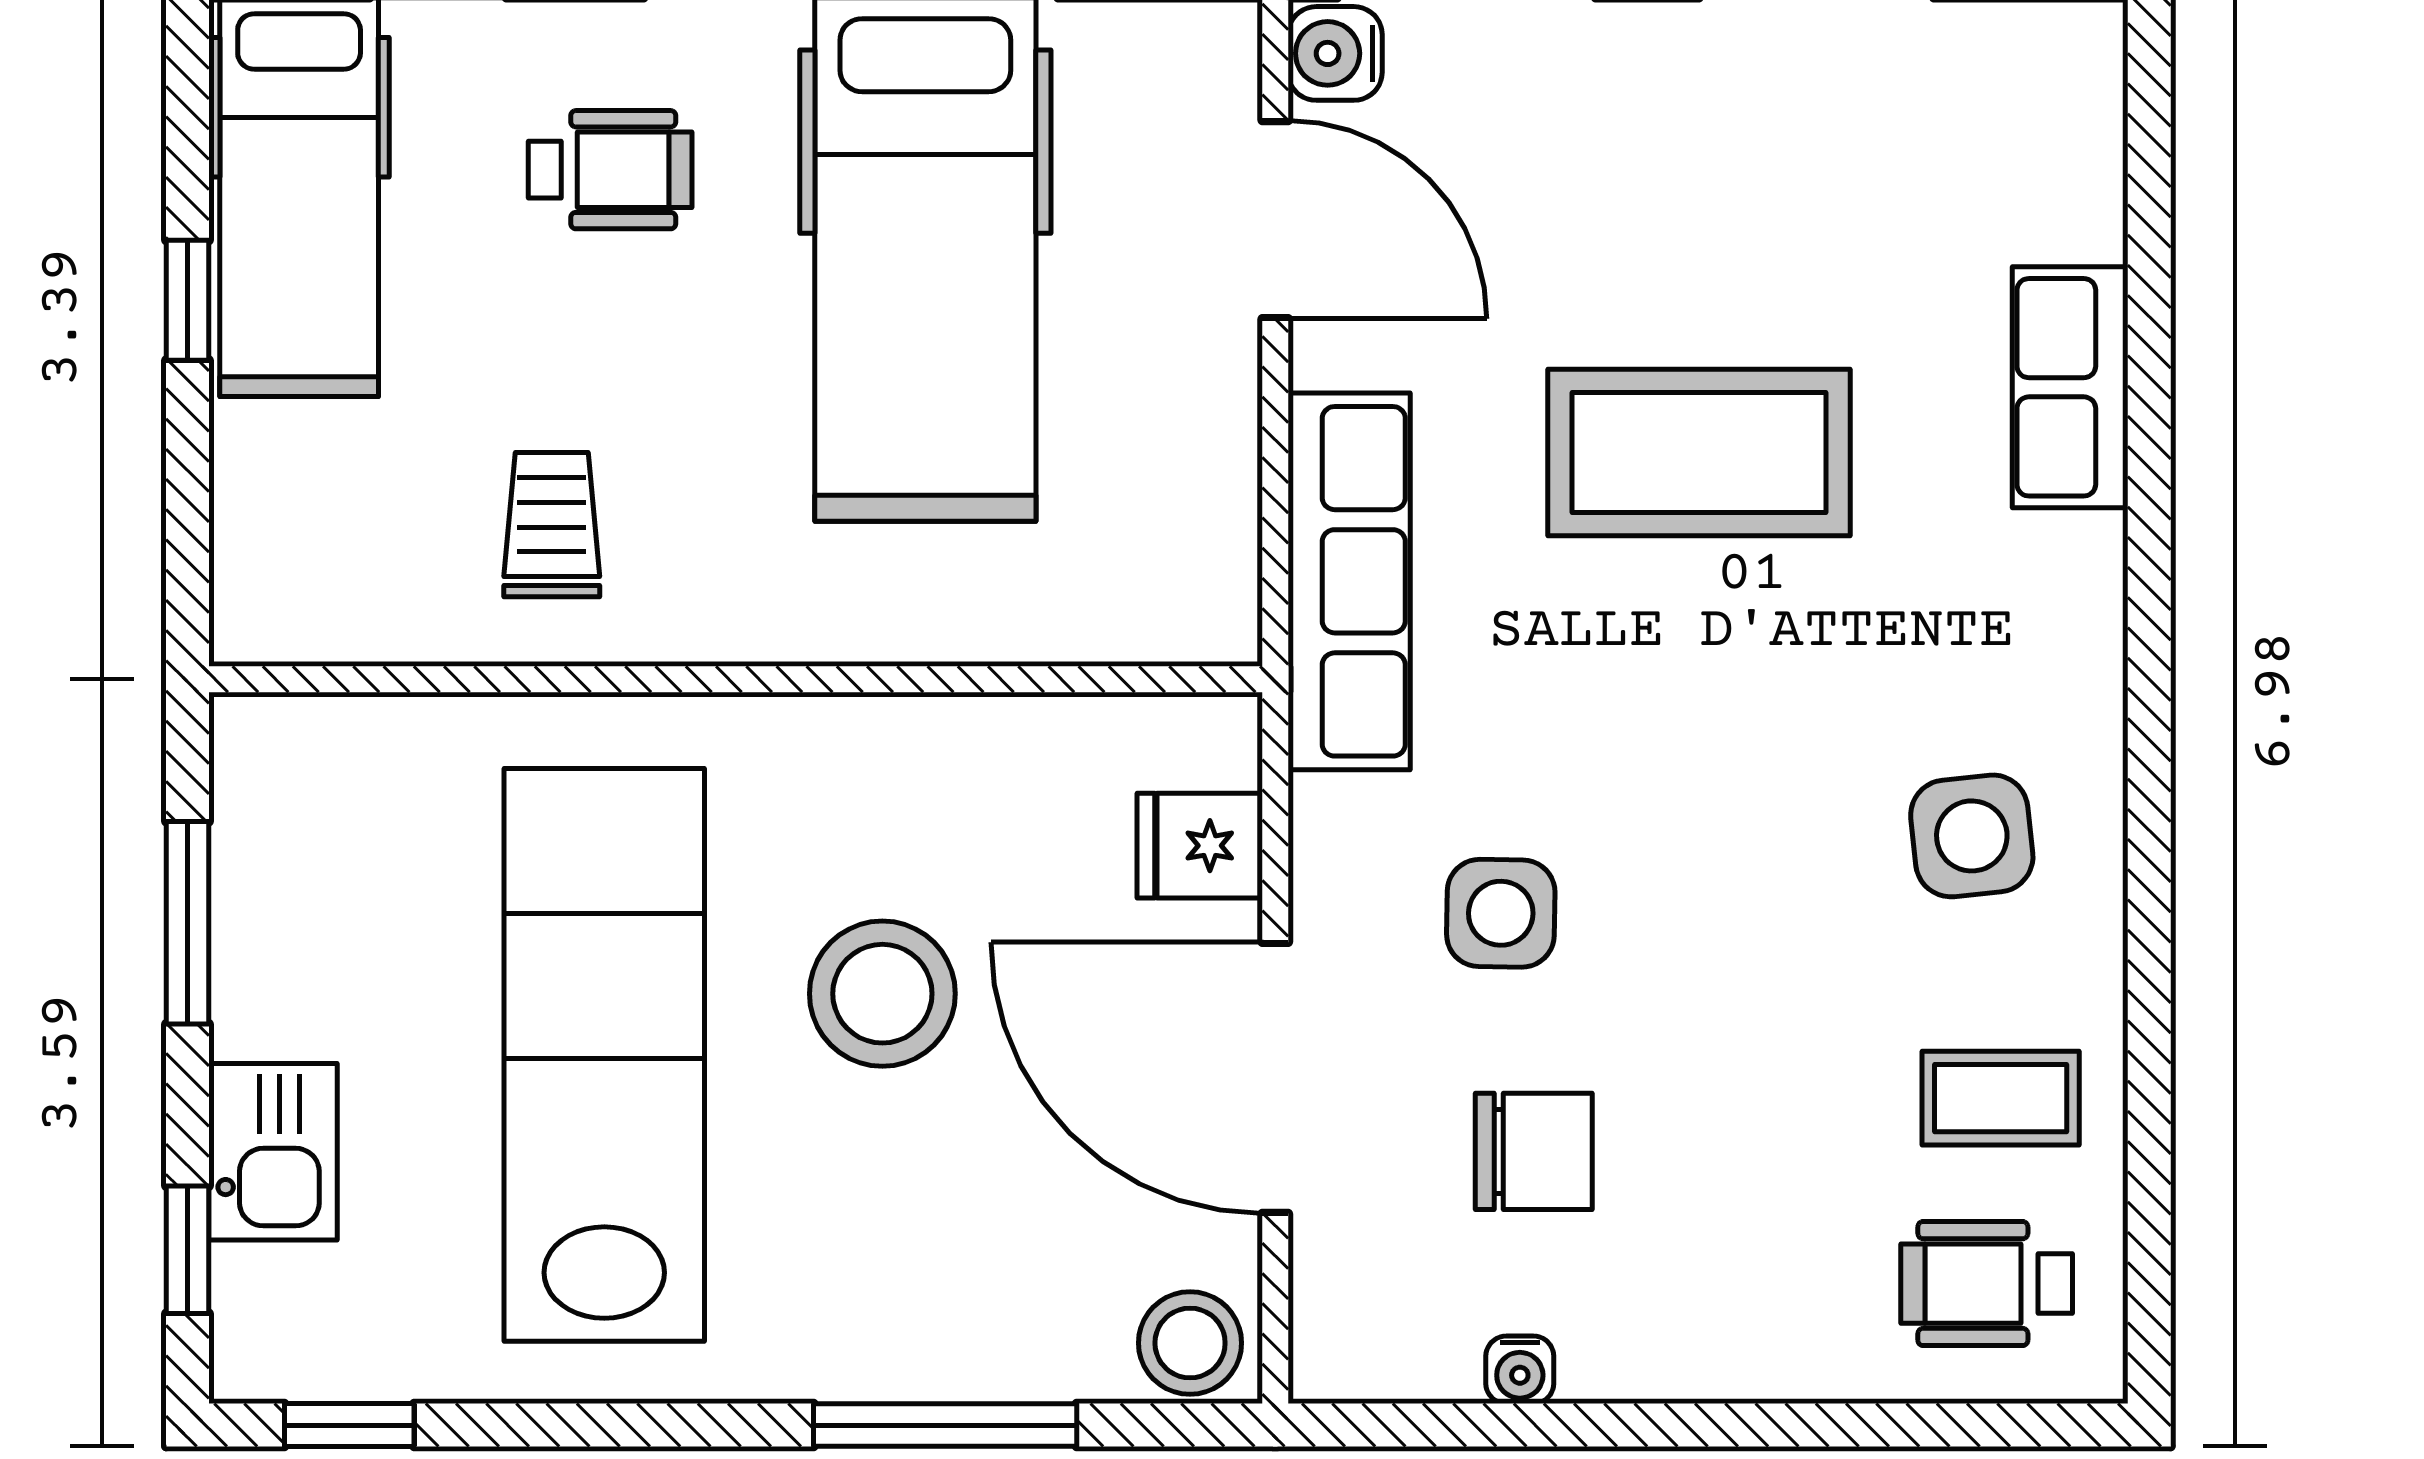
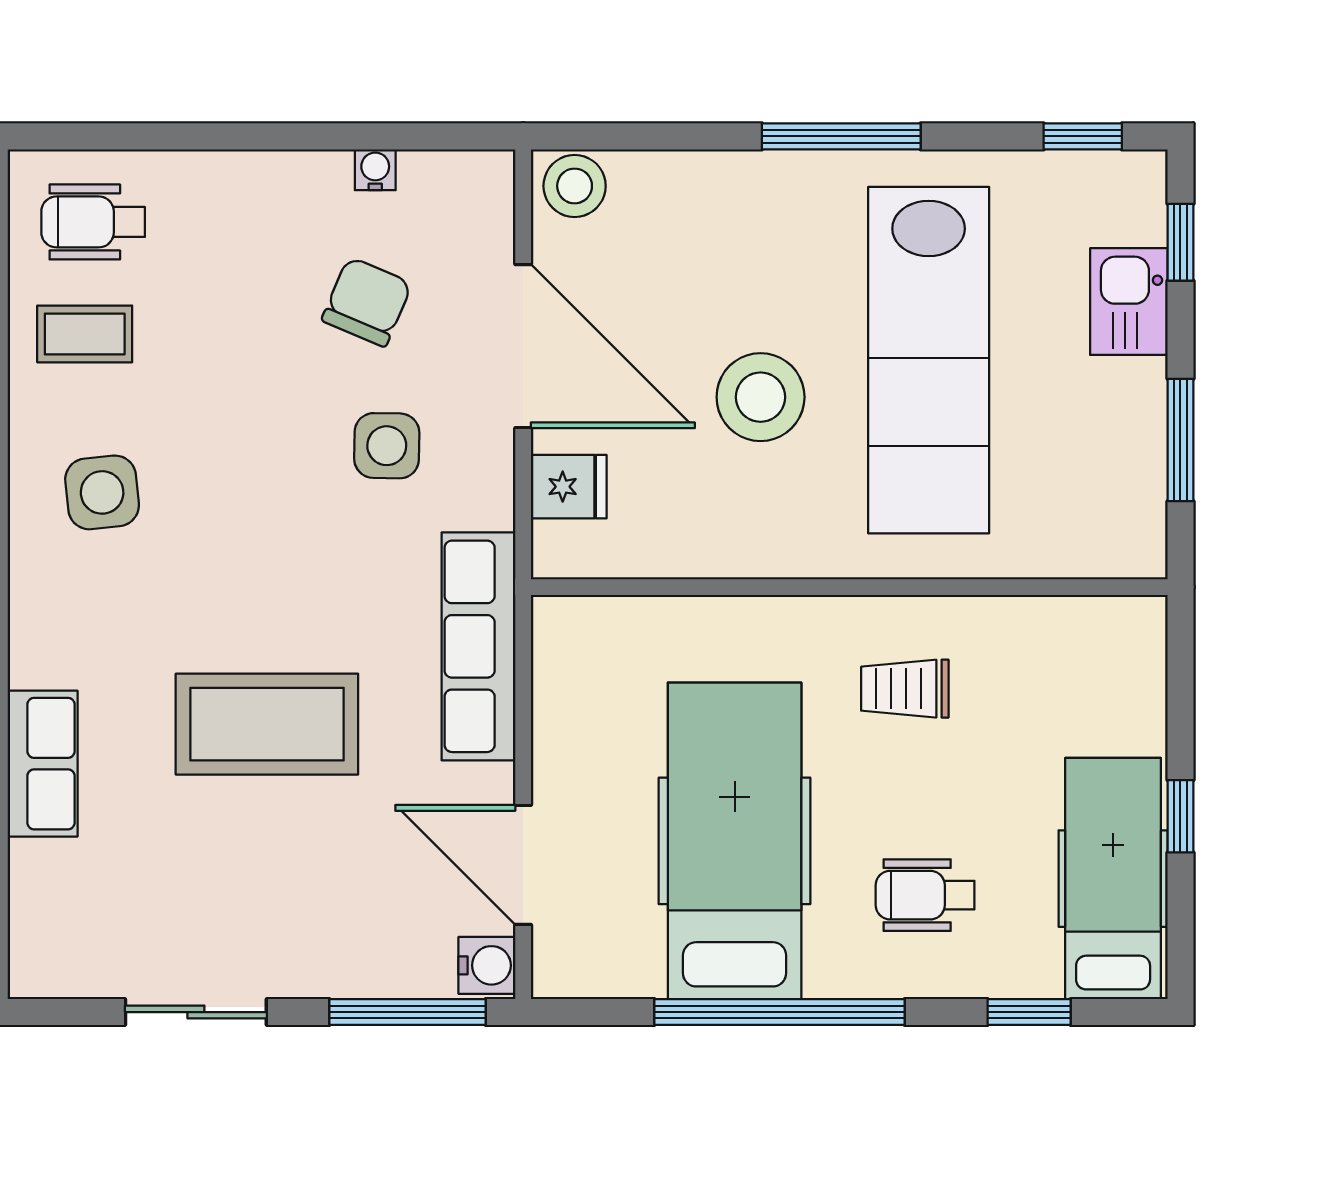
trolley: (552, 525) -> (905, 689), moved, turned 90
chair: (1534, 1151) -> (367, 302), turned 113
wheelchair: (1987, 1284) -> (93, 222), turned 180
window: (945, 1425) -> (841, 136), moved

